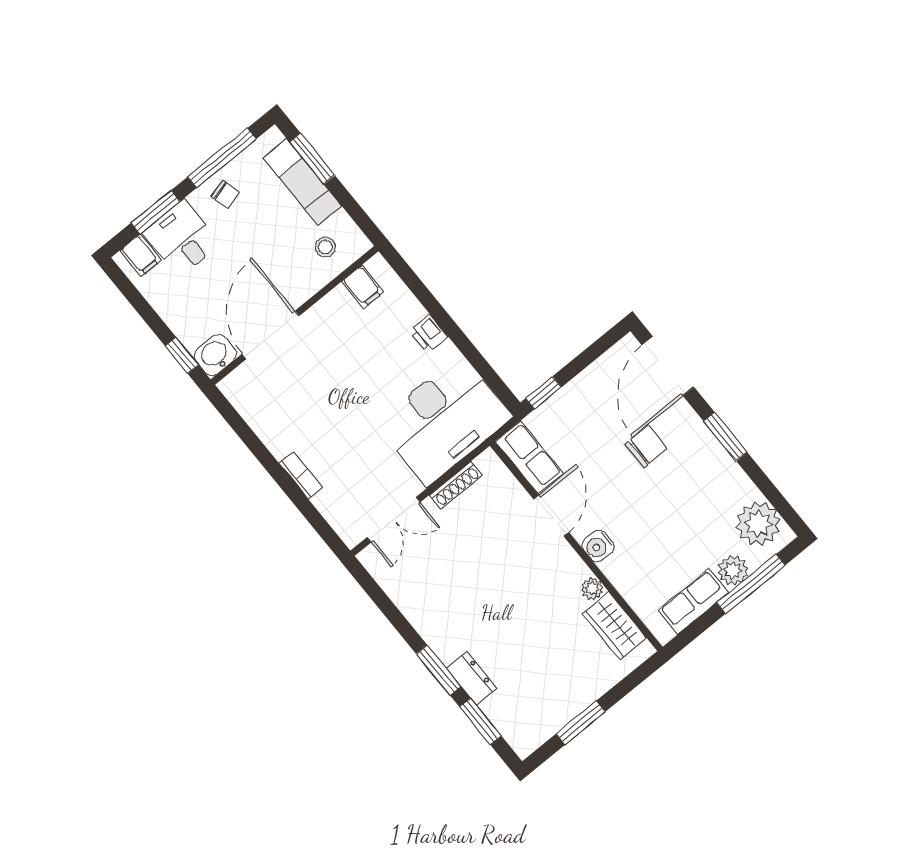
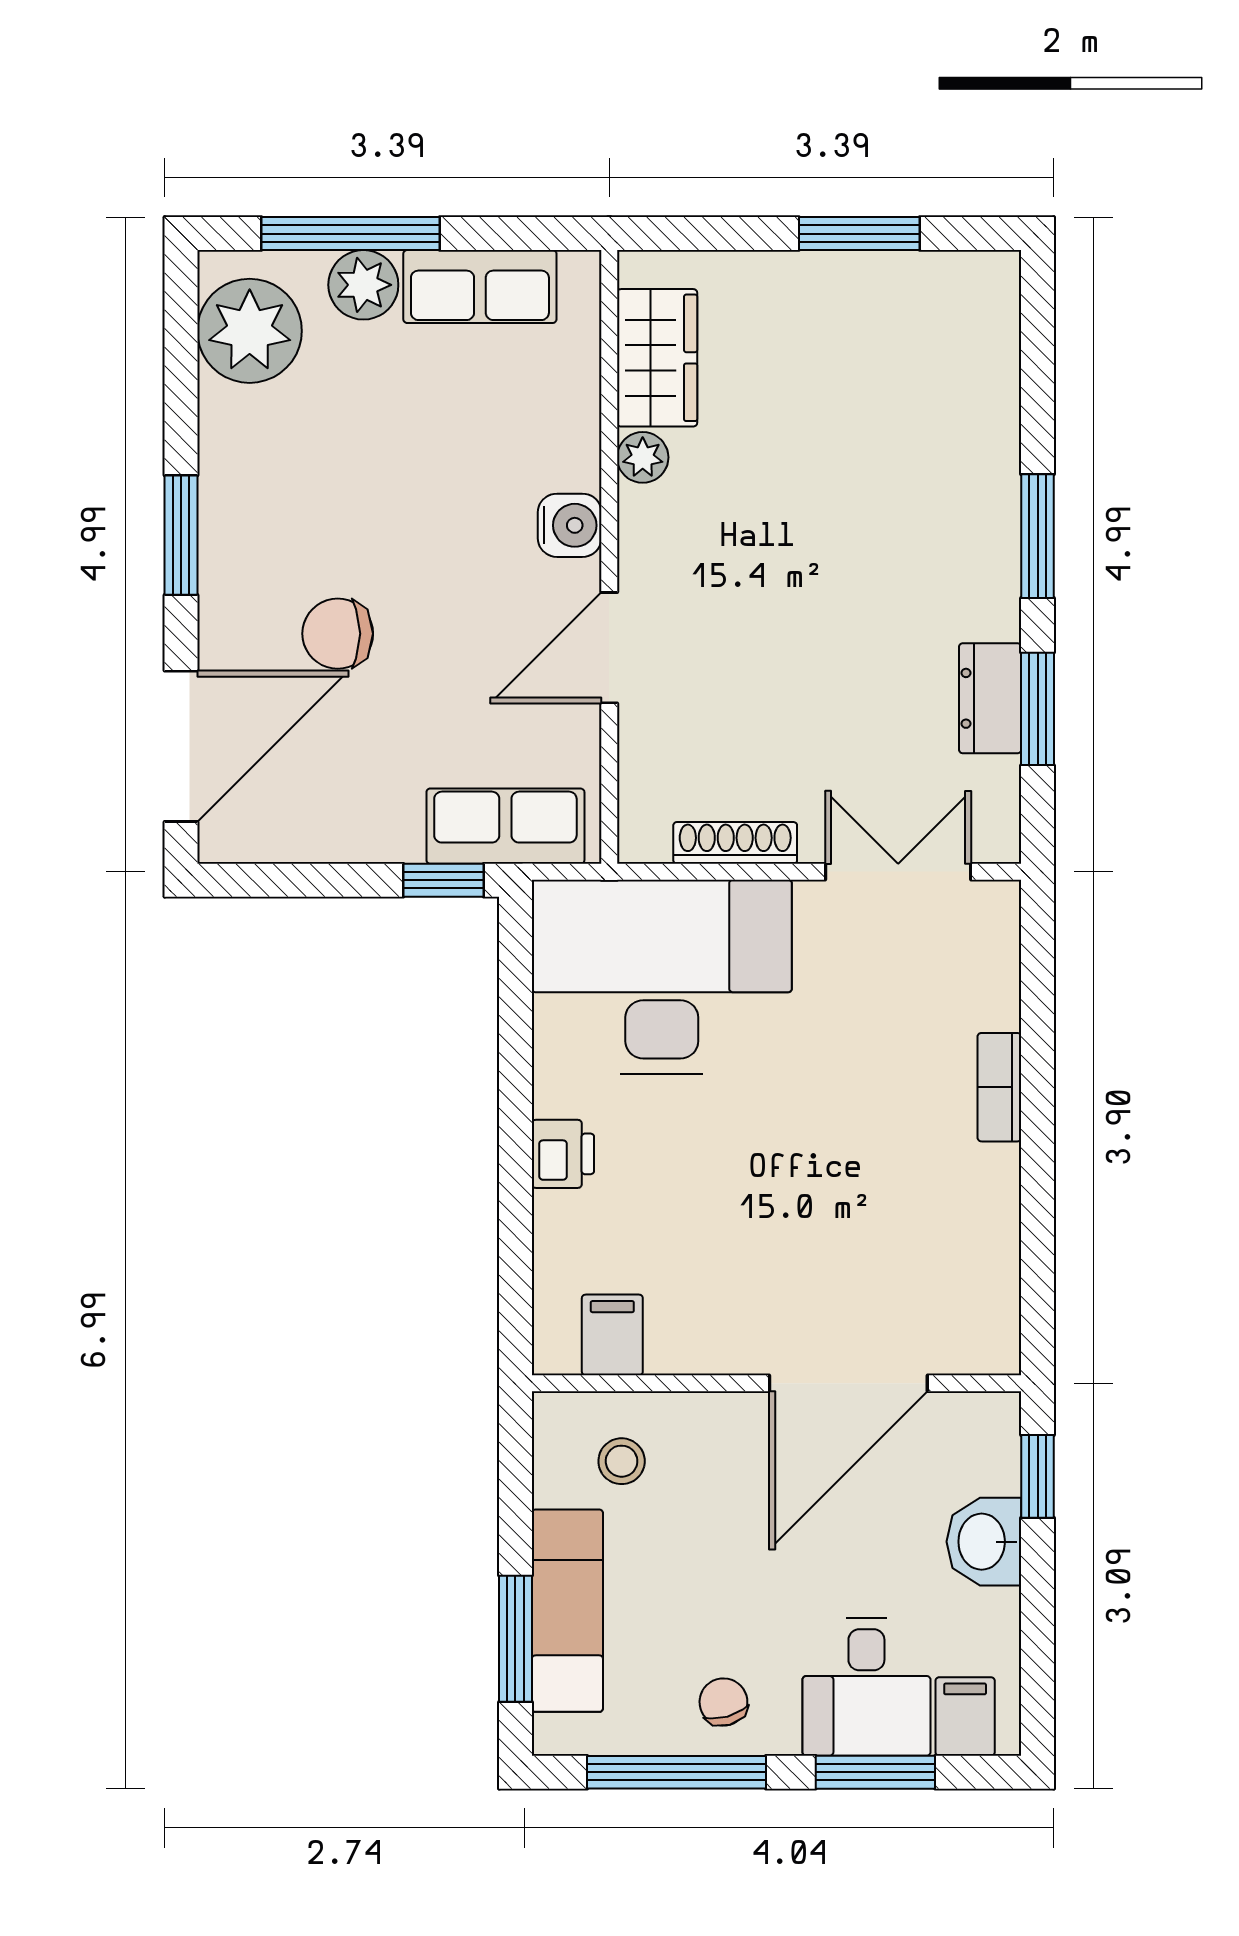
washbasin: (215, 355) -> (984, 1542), moved, turned 90
row of seats: (529, 457) -> (505, 826), moved, turned 90
dresser: (472, 678) -> (990, 698), moved
window: (480, 722) -> (1038, 709), moved

